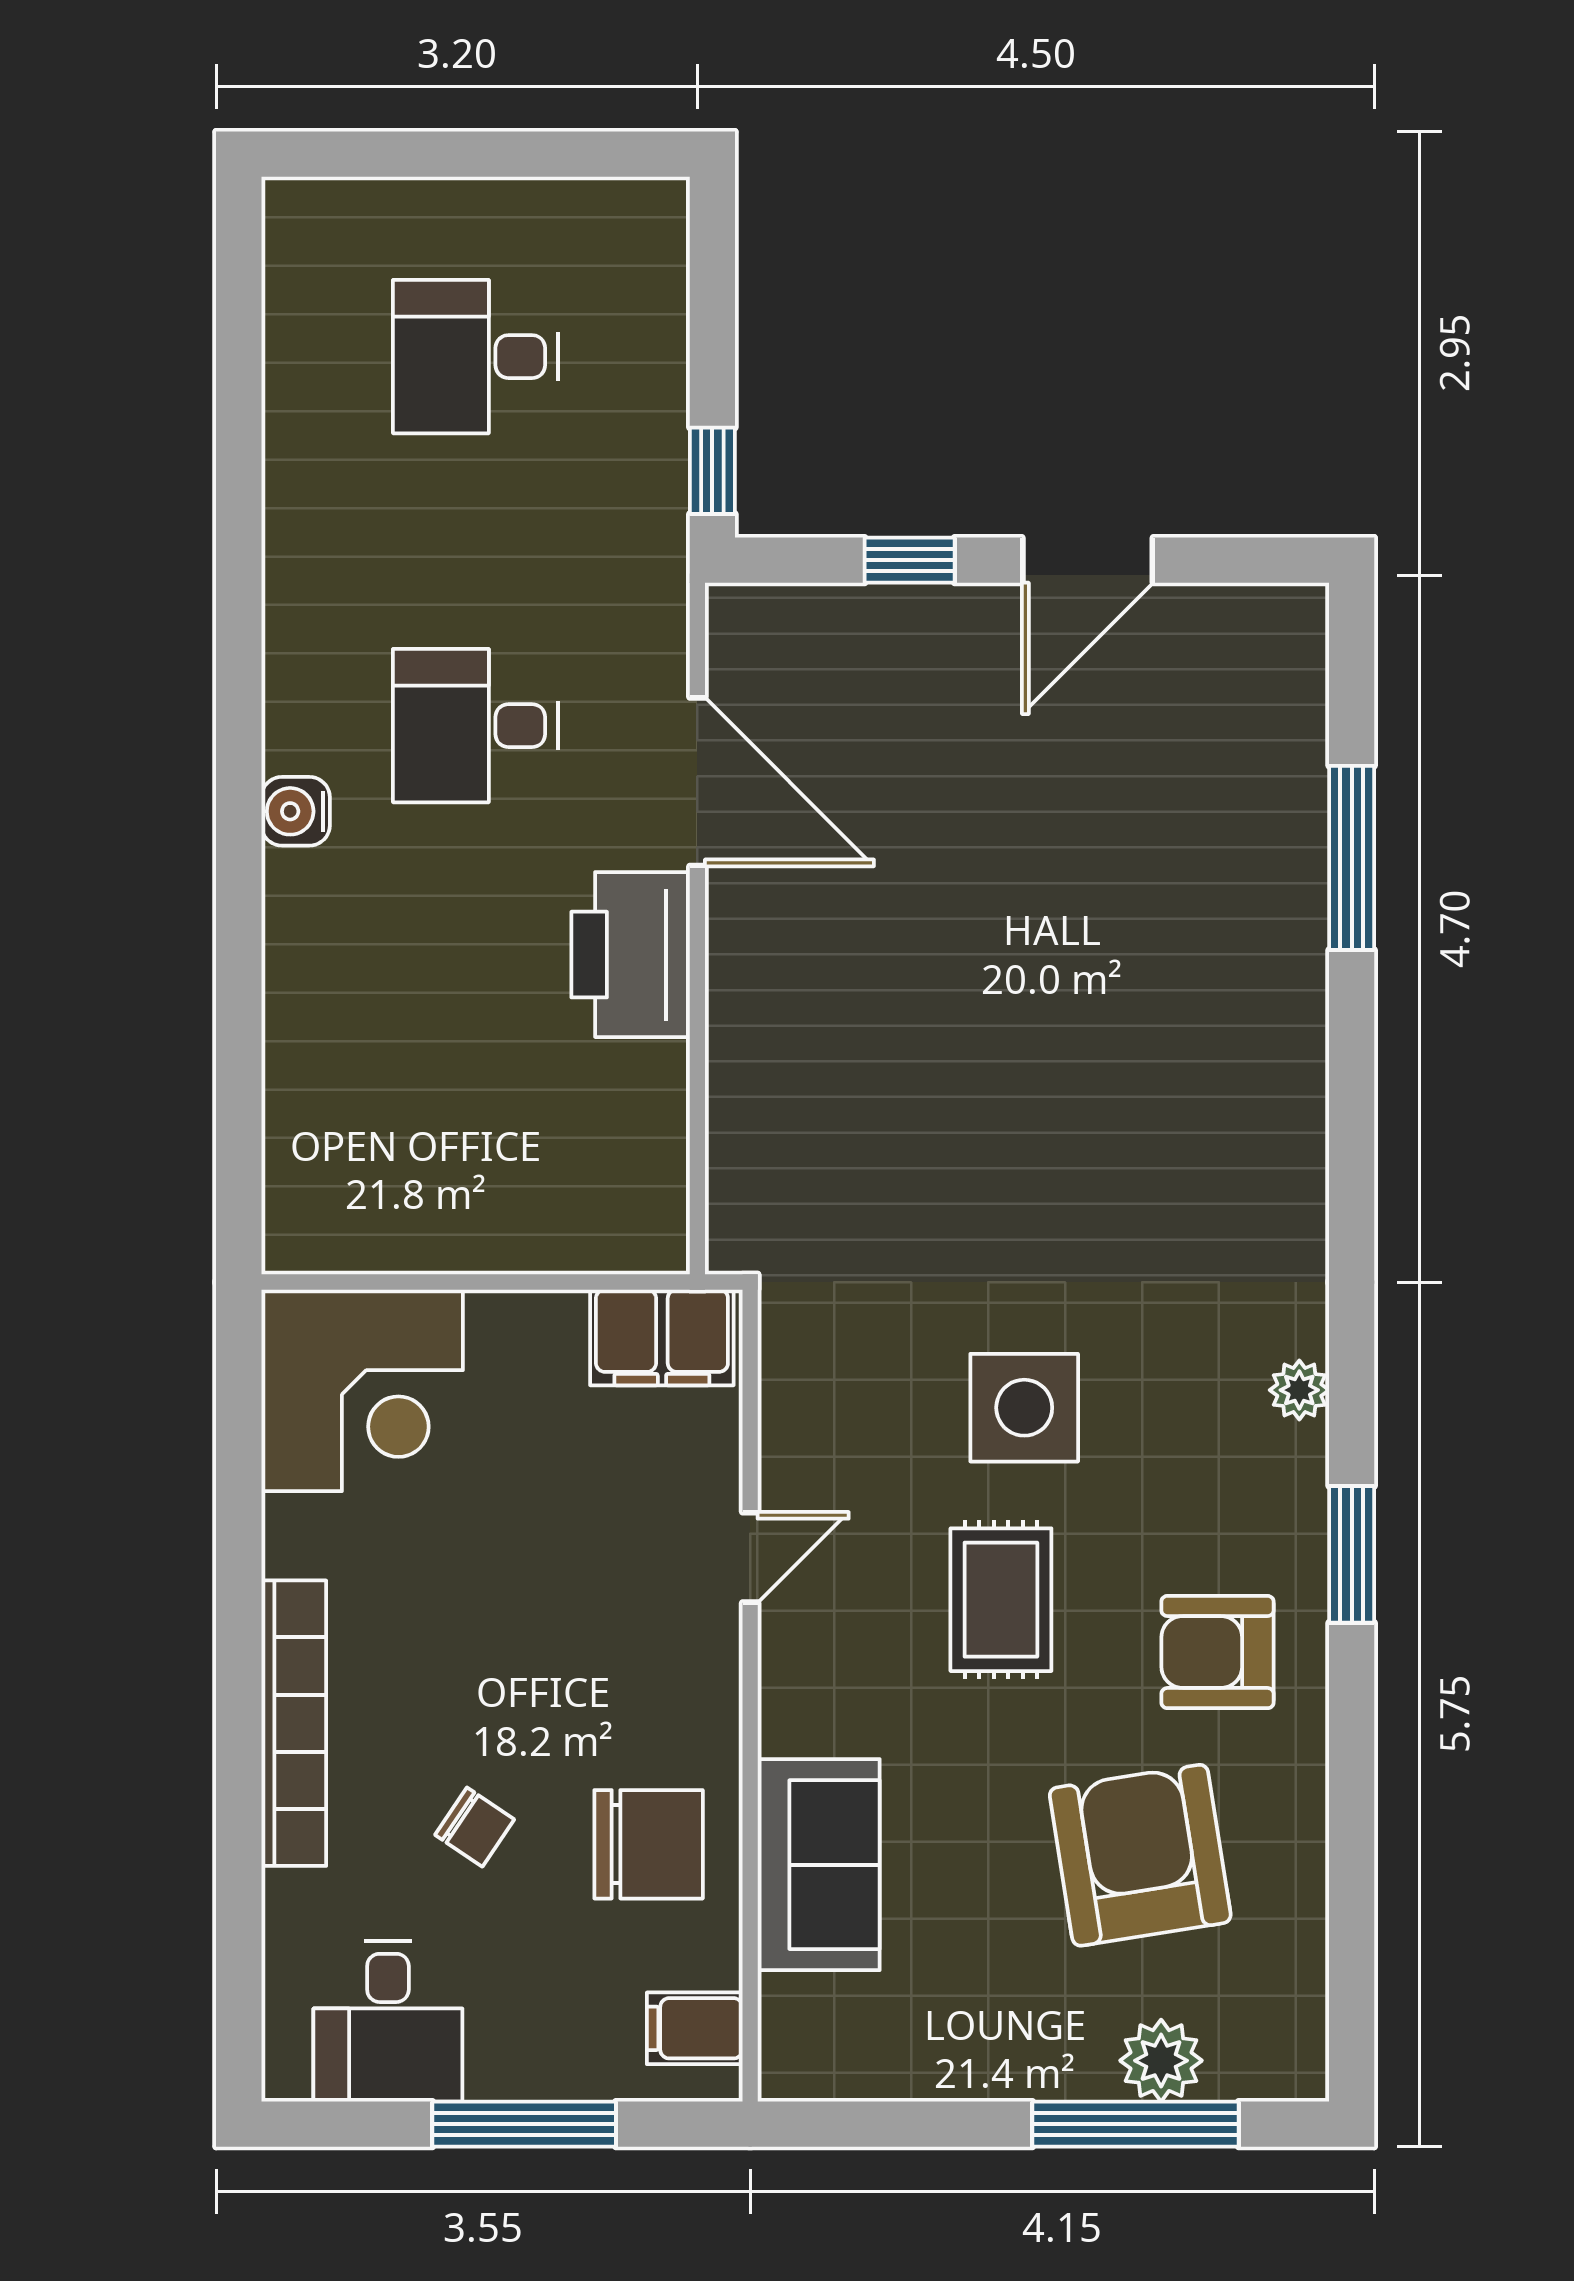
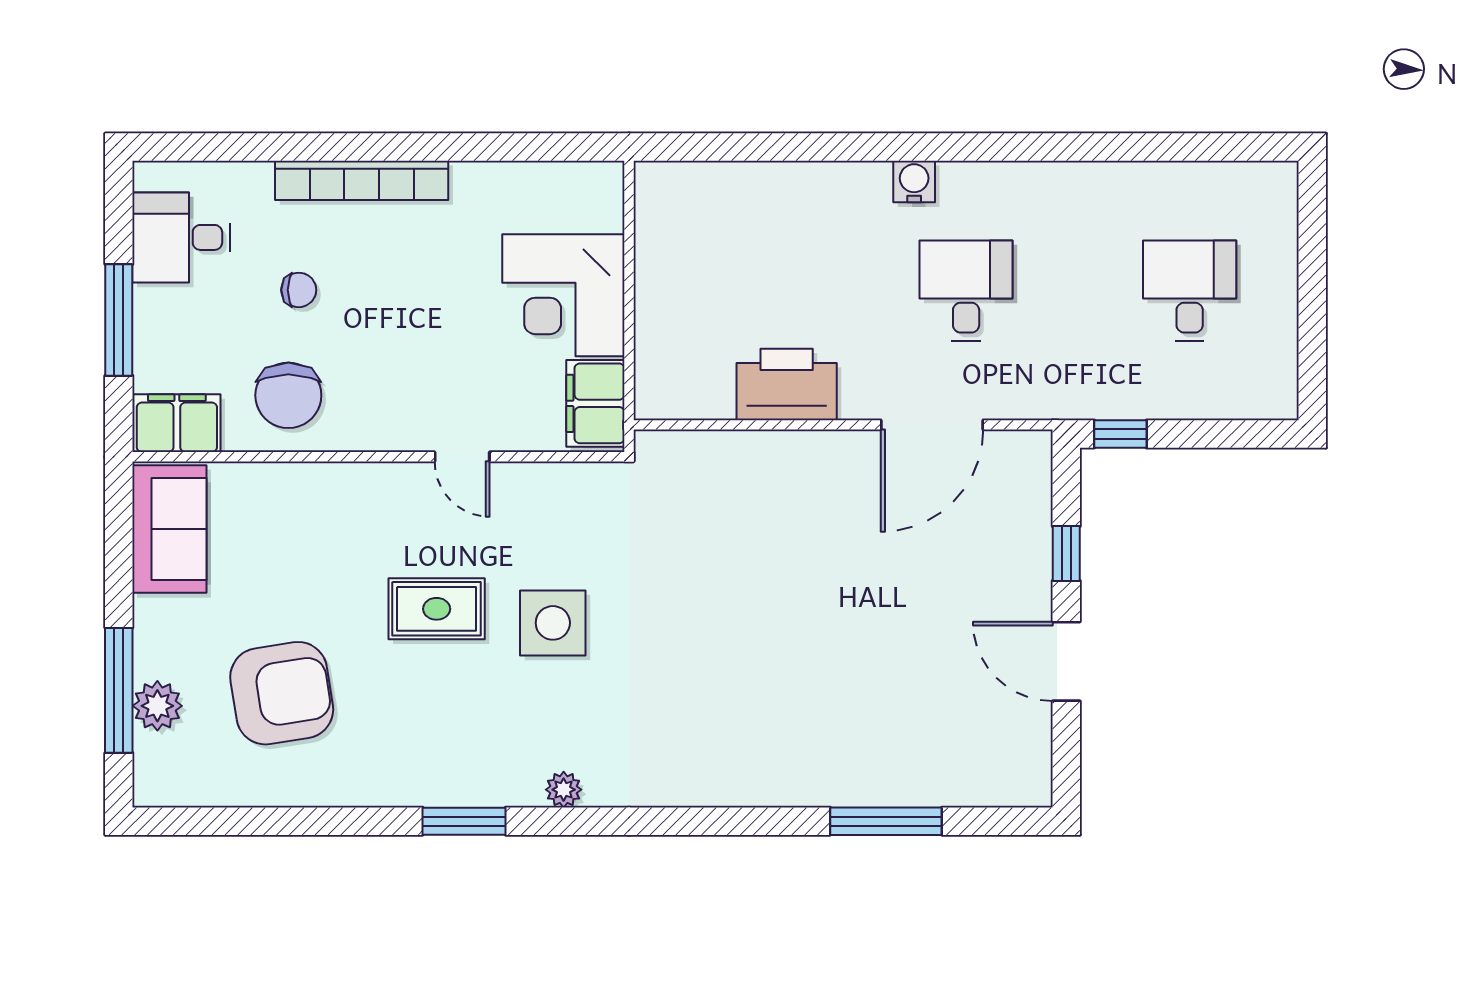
printer: (631, 955) -> (787, 384), moved
corner desk: (362, 1390) -> (563, 295), moved
armchair: (1217, 1652) -> (405, 740), removed
chair: (475, 1827) -> (299, 290), turned -124
sofa: (819, 1865) -> (169, 529), moved, turned -90
filing cabinet: (695, 2028) -> (177, 423), width x2.00

